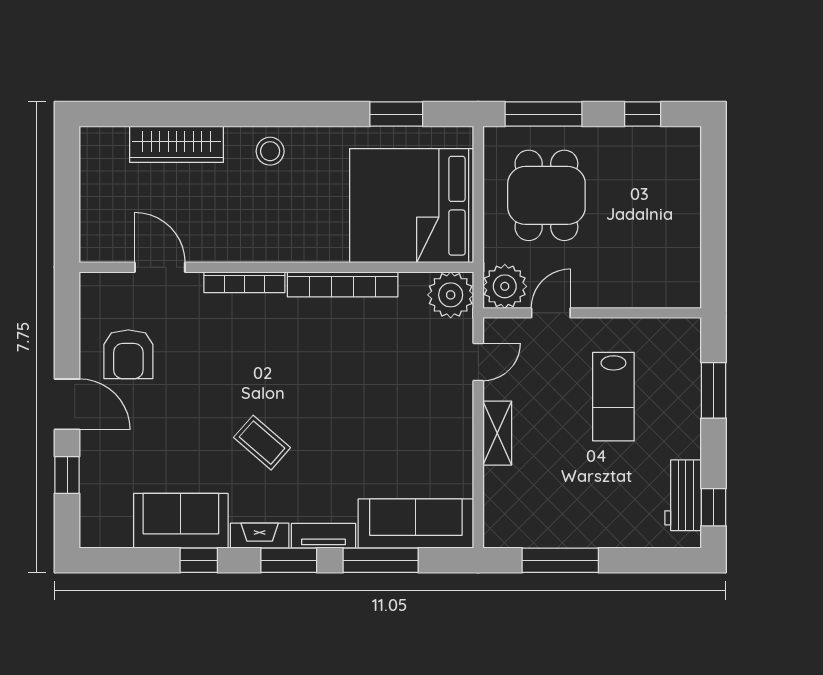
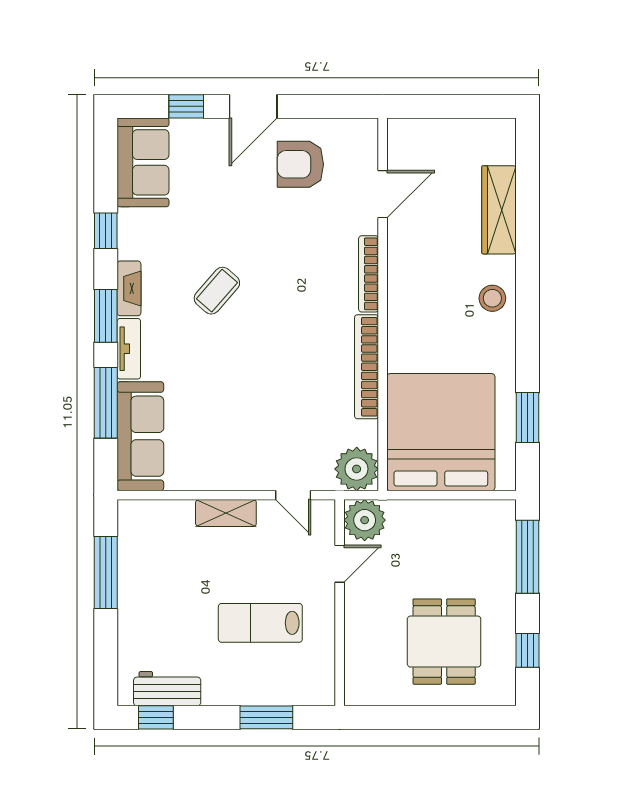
dining table: (546, 195) -> (444, 642), moved, turned 90
door: (551, 313) -> (340, 564), hinge flipped
sofa: (181, 521) -> (143, 162), moved

